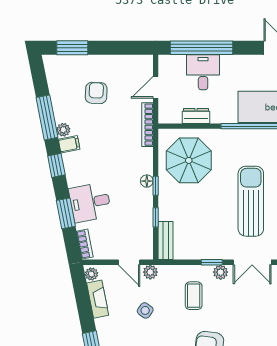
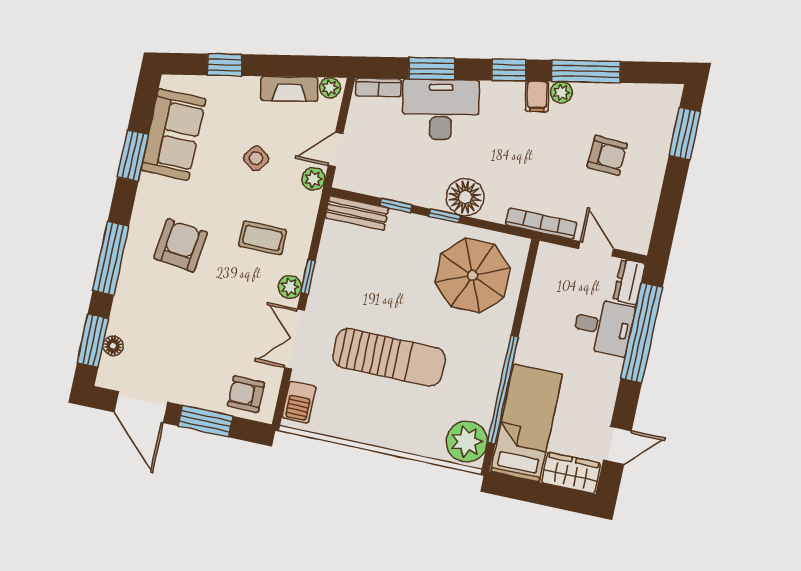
dresser: (196, 116) -> (629, 282), moved, turned 180
floor lamp: (147, 181) -> (465, 197), width x1.89, depth x1.89
desk: (90, 202) -> (441, 110), width x1.37

